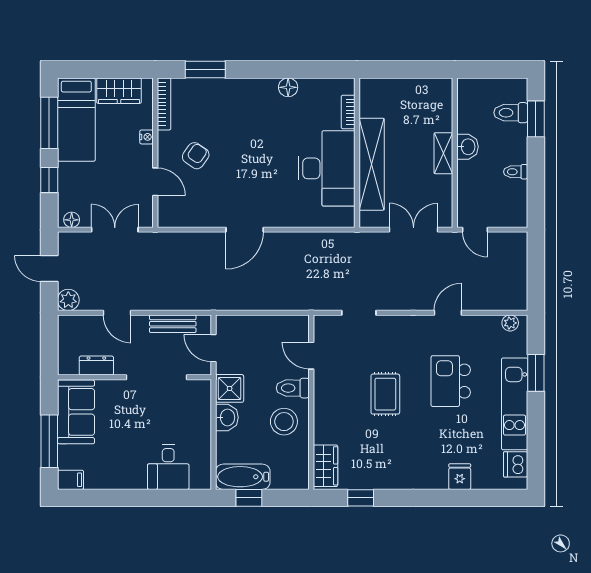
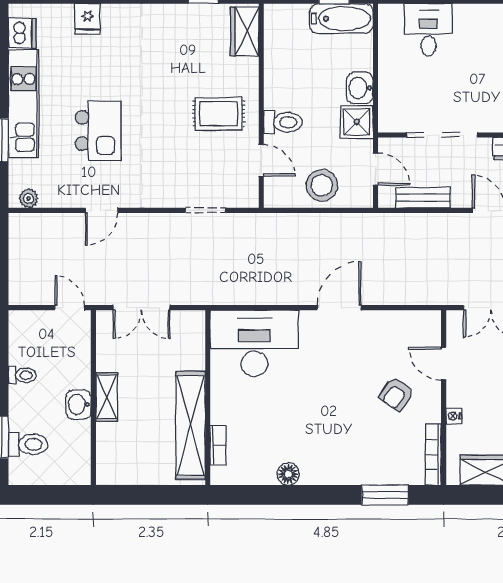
shelving: (372, 164) -> (191, 425), moved
desk: (327, 168) -> (254, 343), moved, turned 90
rug: (385, 394) -> (219, 114), moved, turned 90
stool: (284, 422) -> (322, 185), moved

